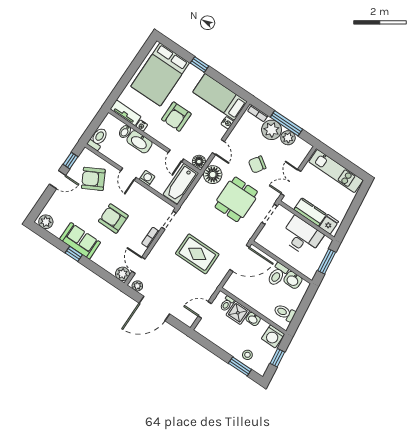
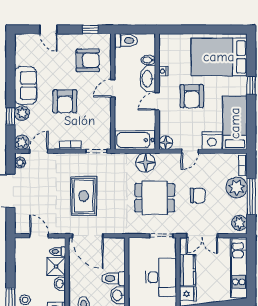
tv unit: (126, 113) -> (165, 49), removed
armchair: (176, 117) -> (192, 96), turned -90
nightstand: (227, 123) -> (212, 141), width x1.89, depth x1.79
plant: (288, 138) -> (239, 223), moved
door: (176, 156) -> (157, 101), moved
chair: (257, 164) -> (198, 195), turned 146
floor lamp: (213, 175) -> (146, 162), moved
washing machine: (147, 178) -> (121, 107), removed
armchair: (93, 179) -> (88, 60), turned 118
door: (58, 180) -> (48, 29), moved
double door: (291, 182) -> (202, 236), swing flipped
armchair: (113, 219) -> (65, 101), turned 180
plant: (46, 222) -> (22, 113), moved
window: (74, 254) -> (10, 116), moved
door: (240, 258) -> (88, 236), moved

